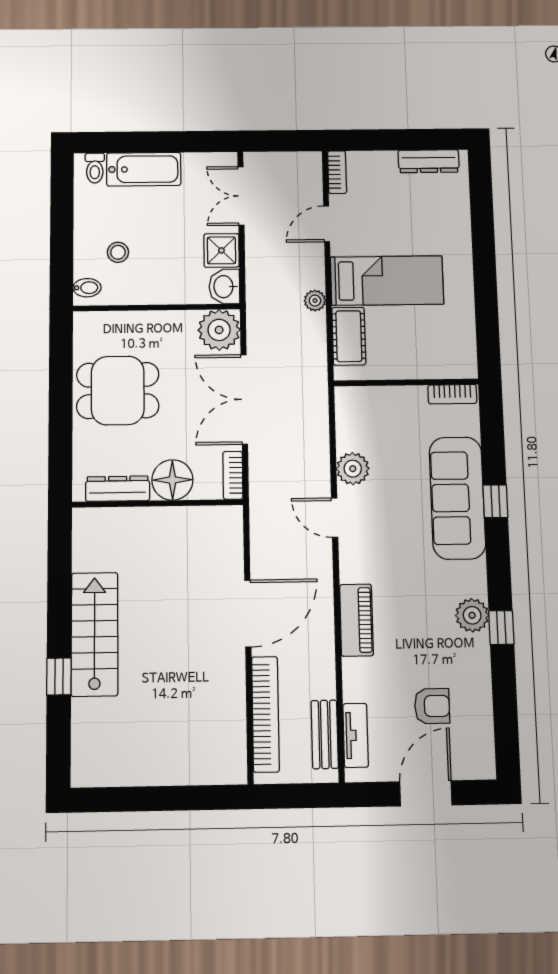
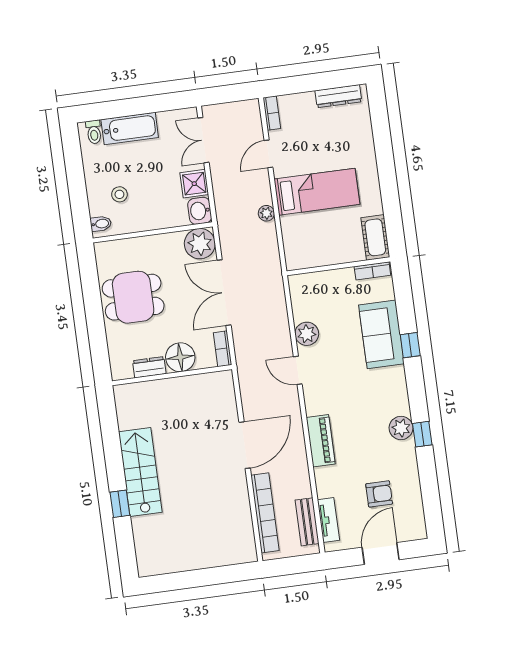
cot: (349, 336) -> (375, 237), moved
dresser: (118, 489) -> (149, 367), width x0.70
sofa: (457, 498) -> (381, 334), width x0.73

